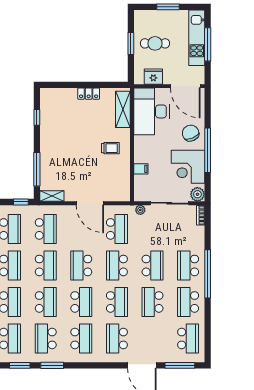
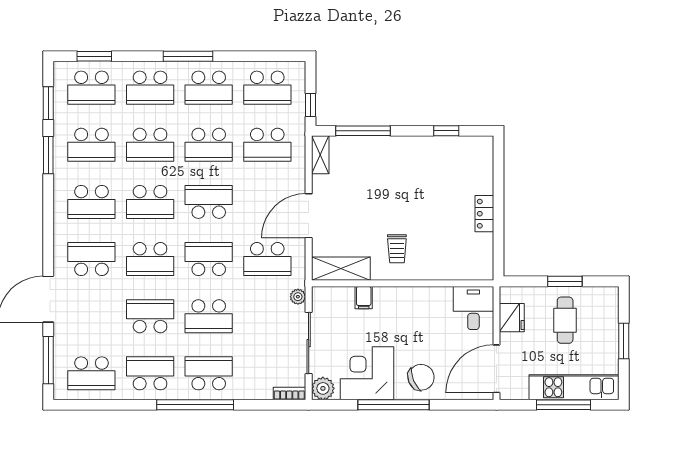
shelving: (123, 109) -> (341, 269), moved
desk: (151, 111) -> (473, 308), width x0.53, depth x0.77
school desk: (46, 338) -> (91, 145), turned 180

